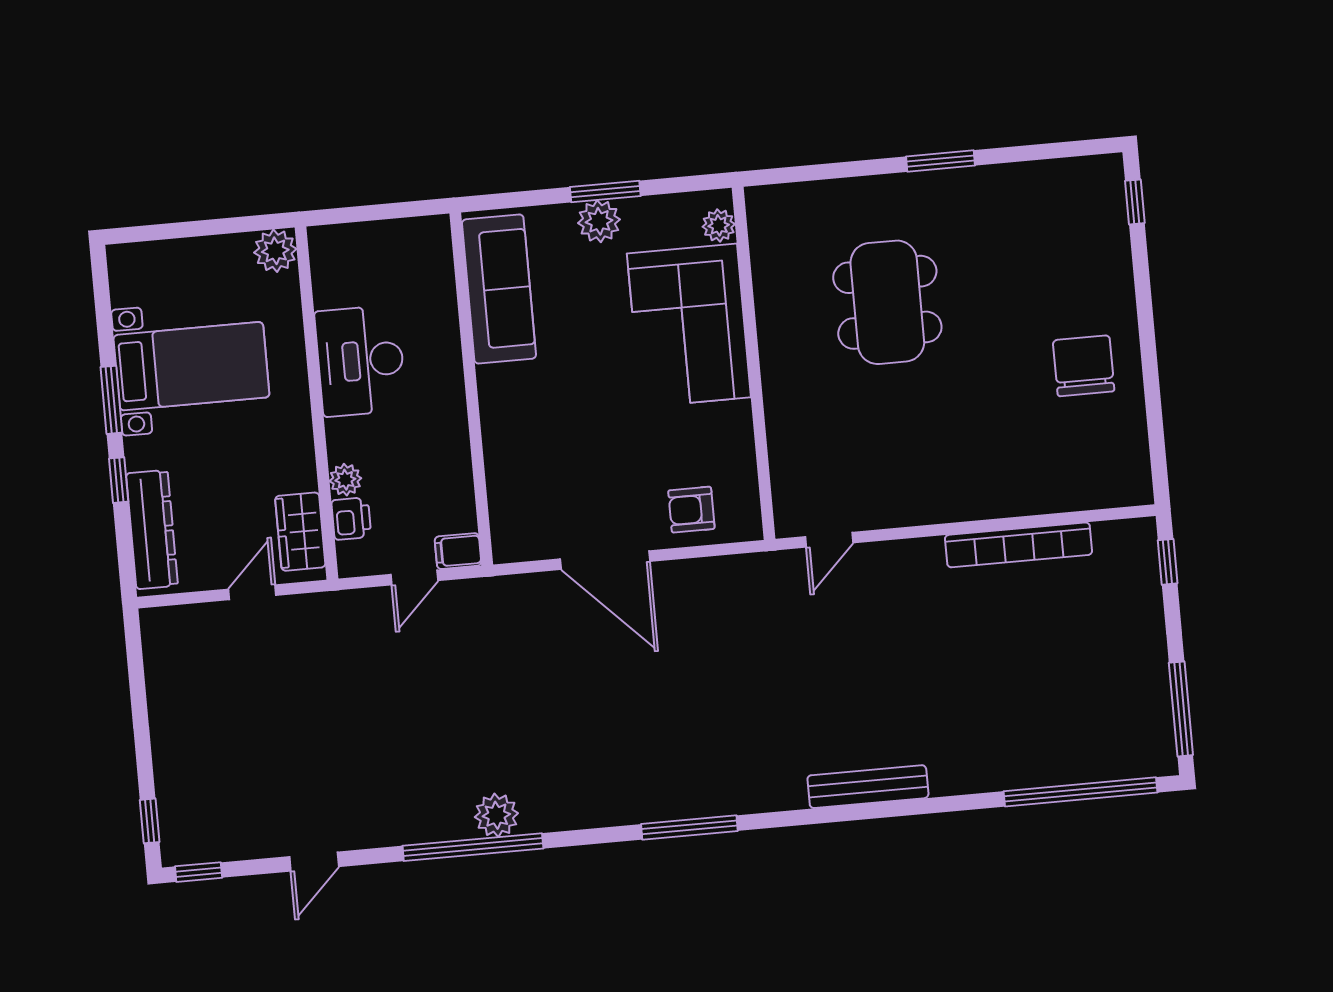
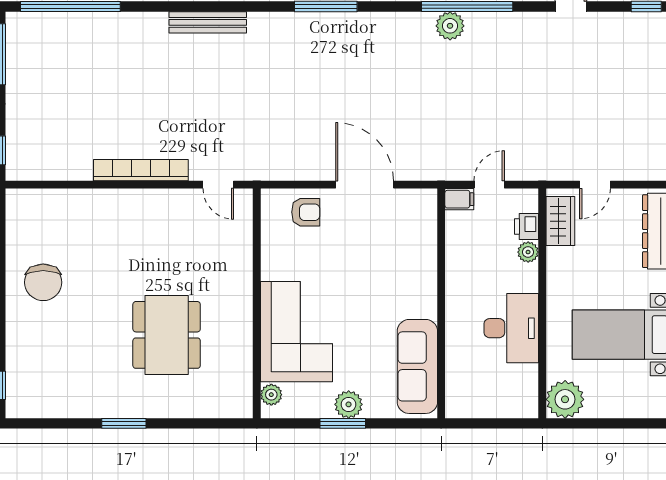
plant: (275, 251) -> (565, 399), width x1.36, depth x1.36
door: (829, 540) -> (218, 185), swing flipped
bookcase: (1018, 545) -> (141, 170), moved

